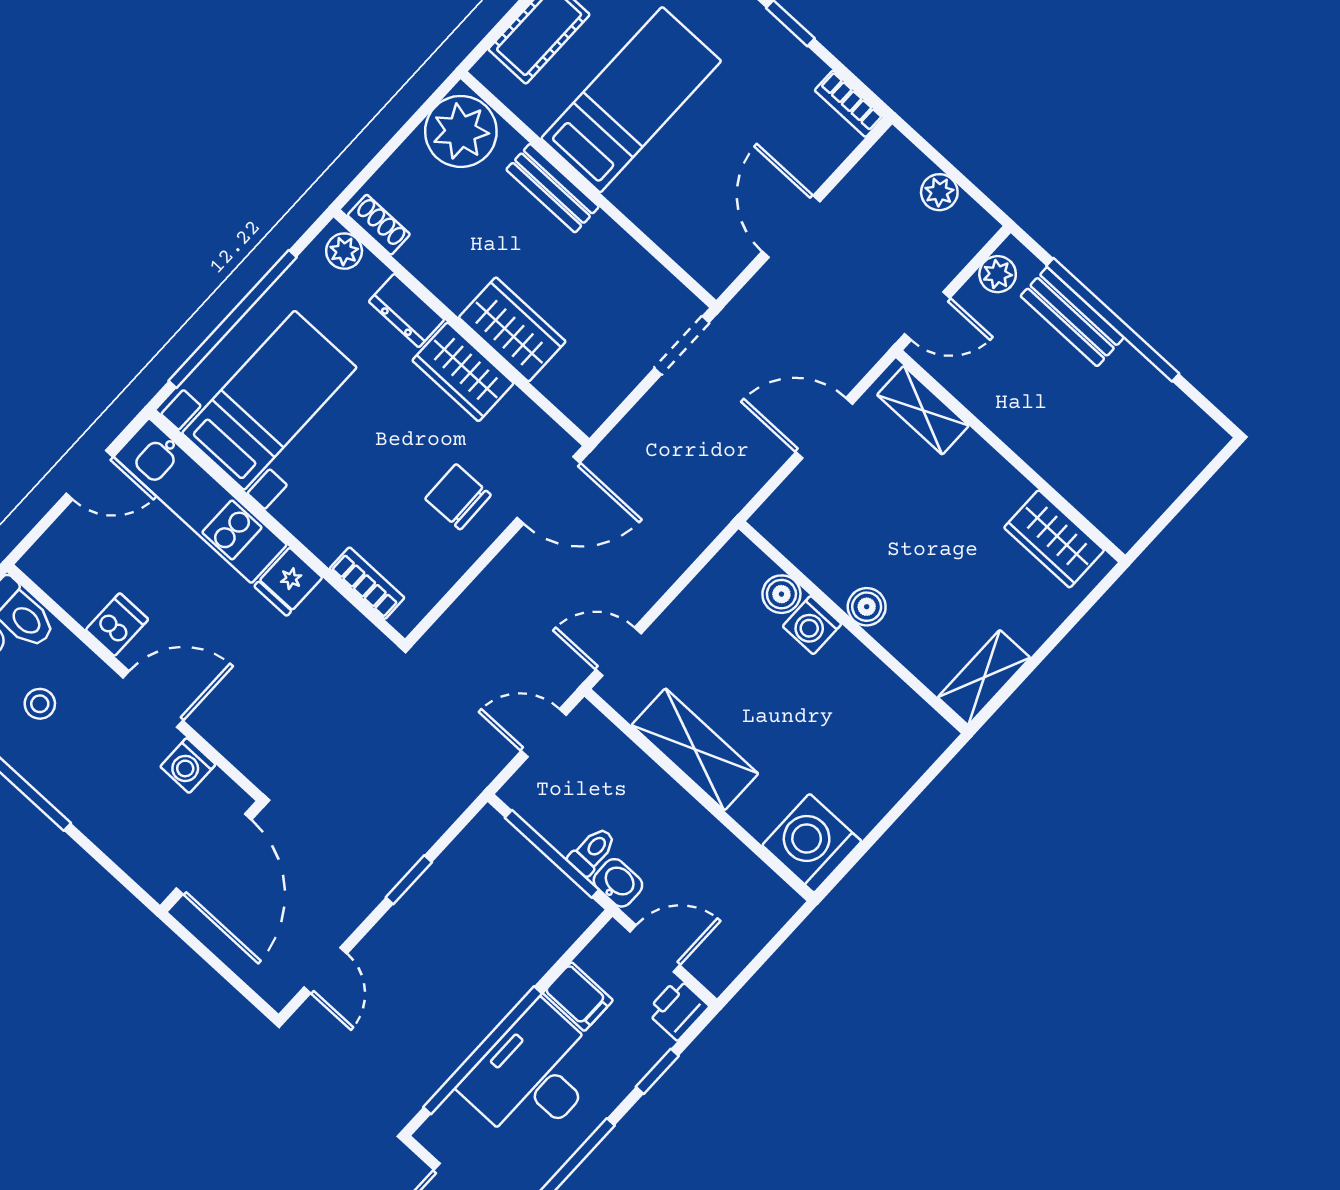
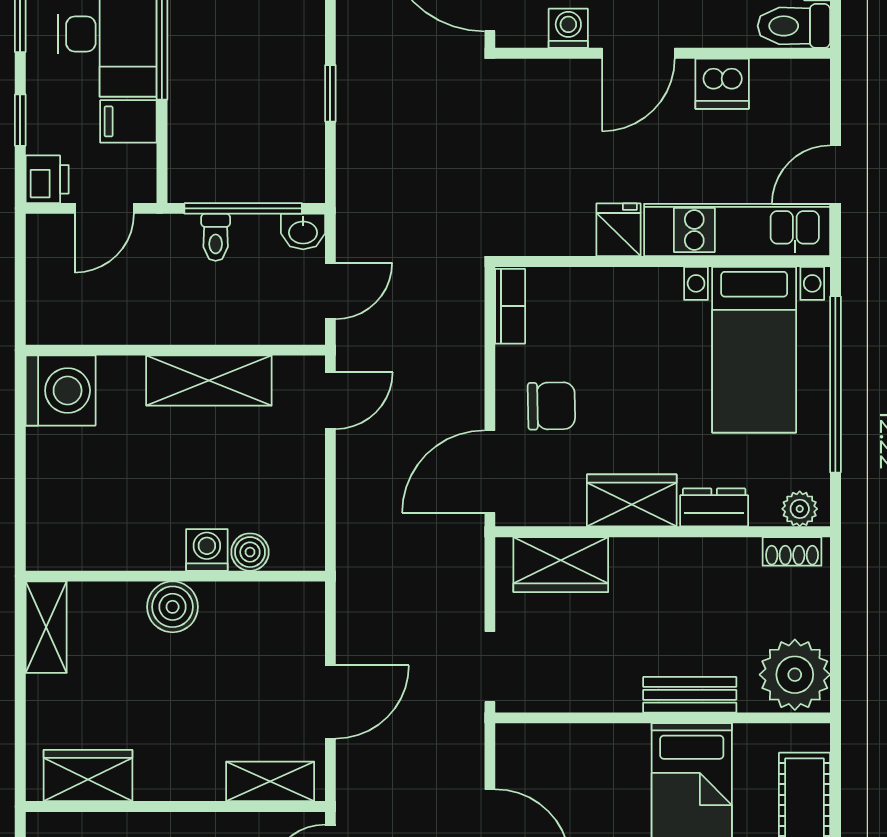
wardrobe: (512, 329) -> (561, 565), moved
bookcase: (367, 583) -> (510, 306), moved, turned -90
boiler: (867, 607) -> (173, 607), width x1.36, depth x1.36
dishwasher: (117, 625) -> (722, 84), width x1.38
washbasin: (618, 883) -> (303, 231), moved

